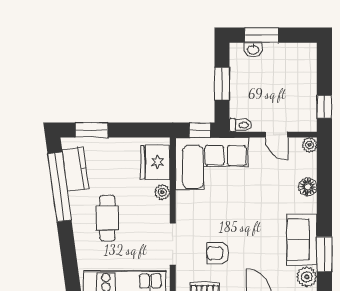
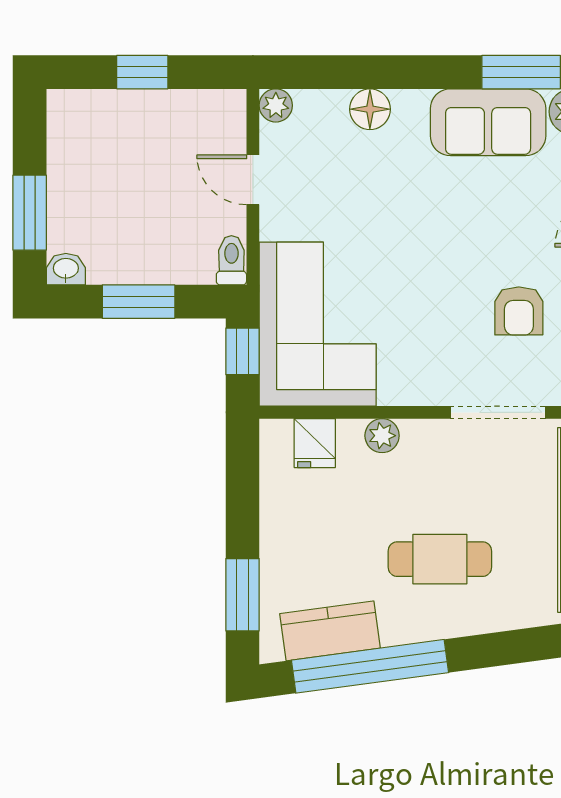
washbasin: (253, 50) -> (66, 269), moved, turned -90
window: (324, 107) -> (142, 72), moved
door: (276, 135) -> (253, 180), swing flipped
fridge: (155, 162) -> (315, 443), width x0.53, depth x0.75

